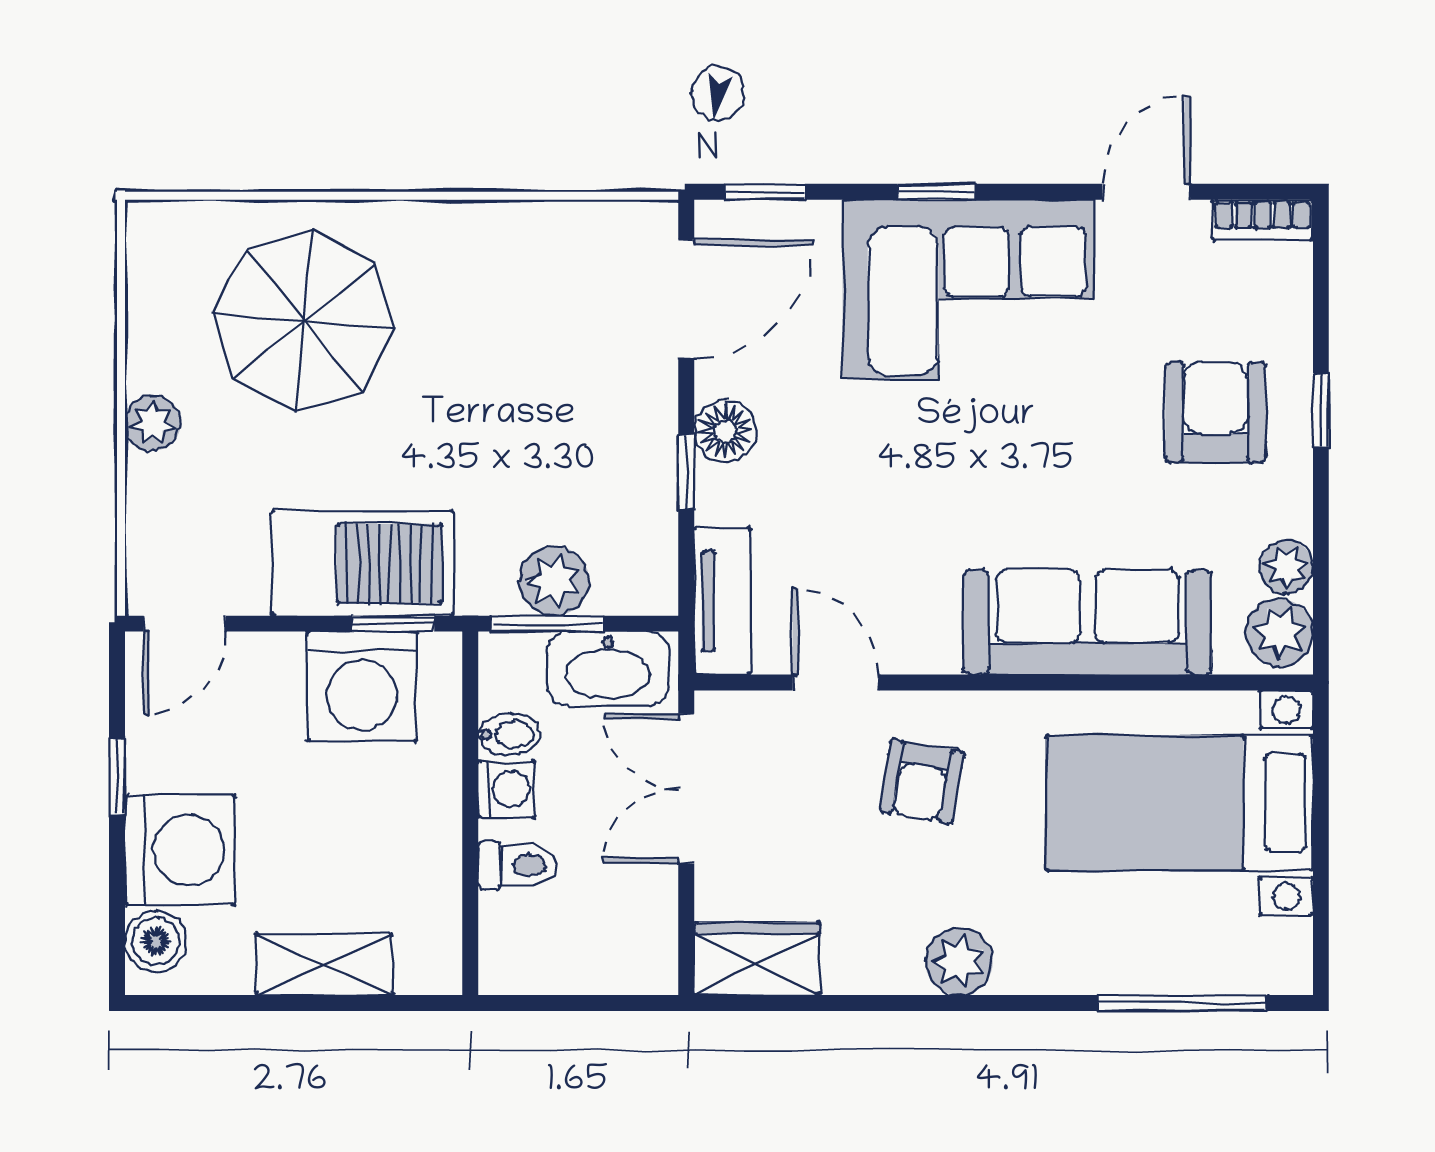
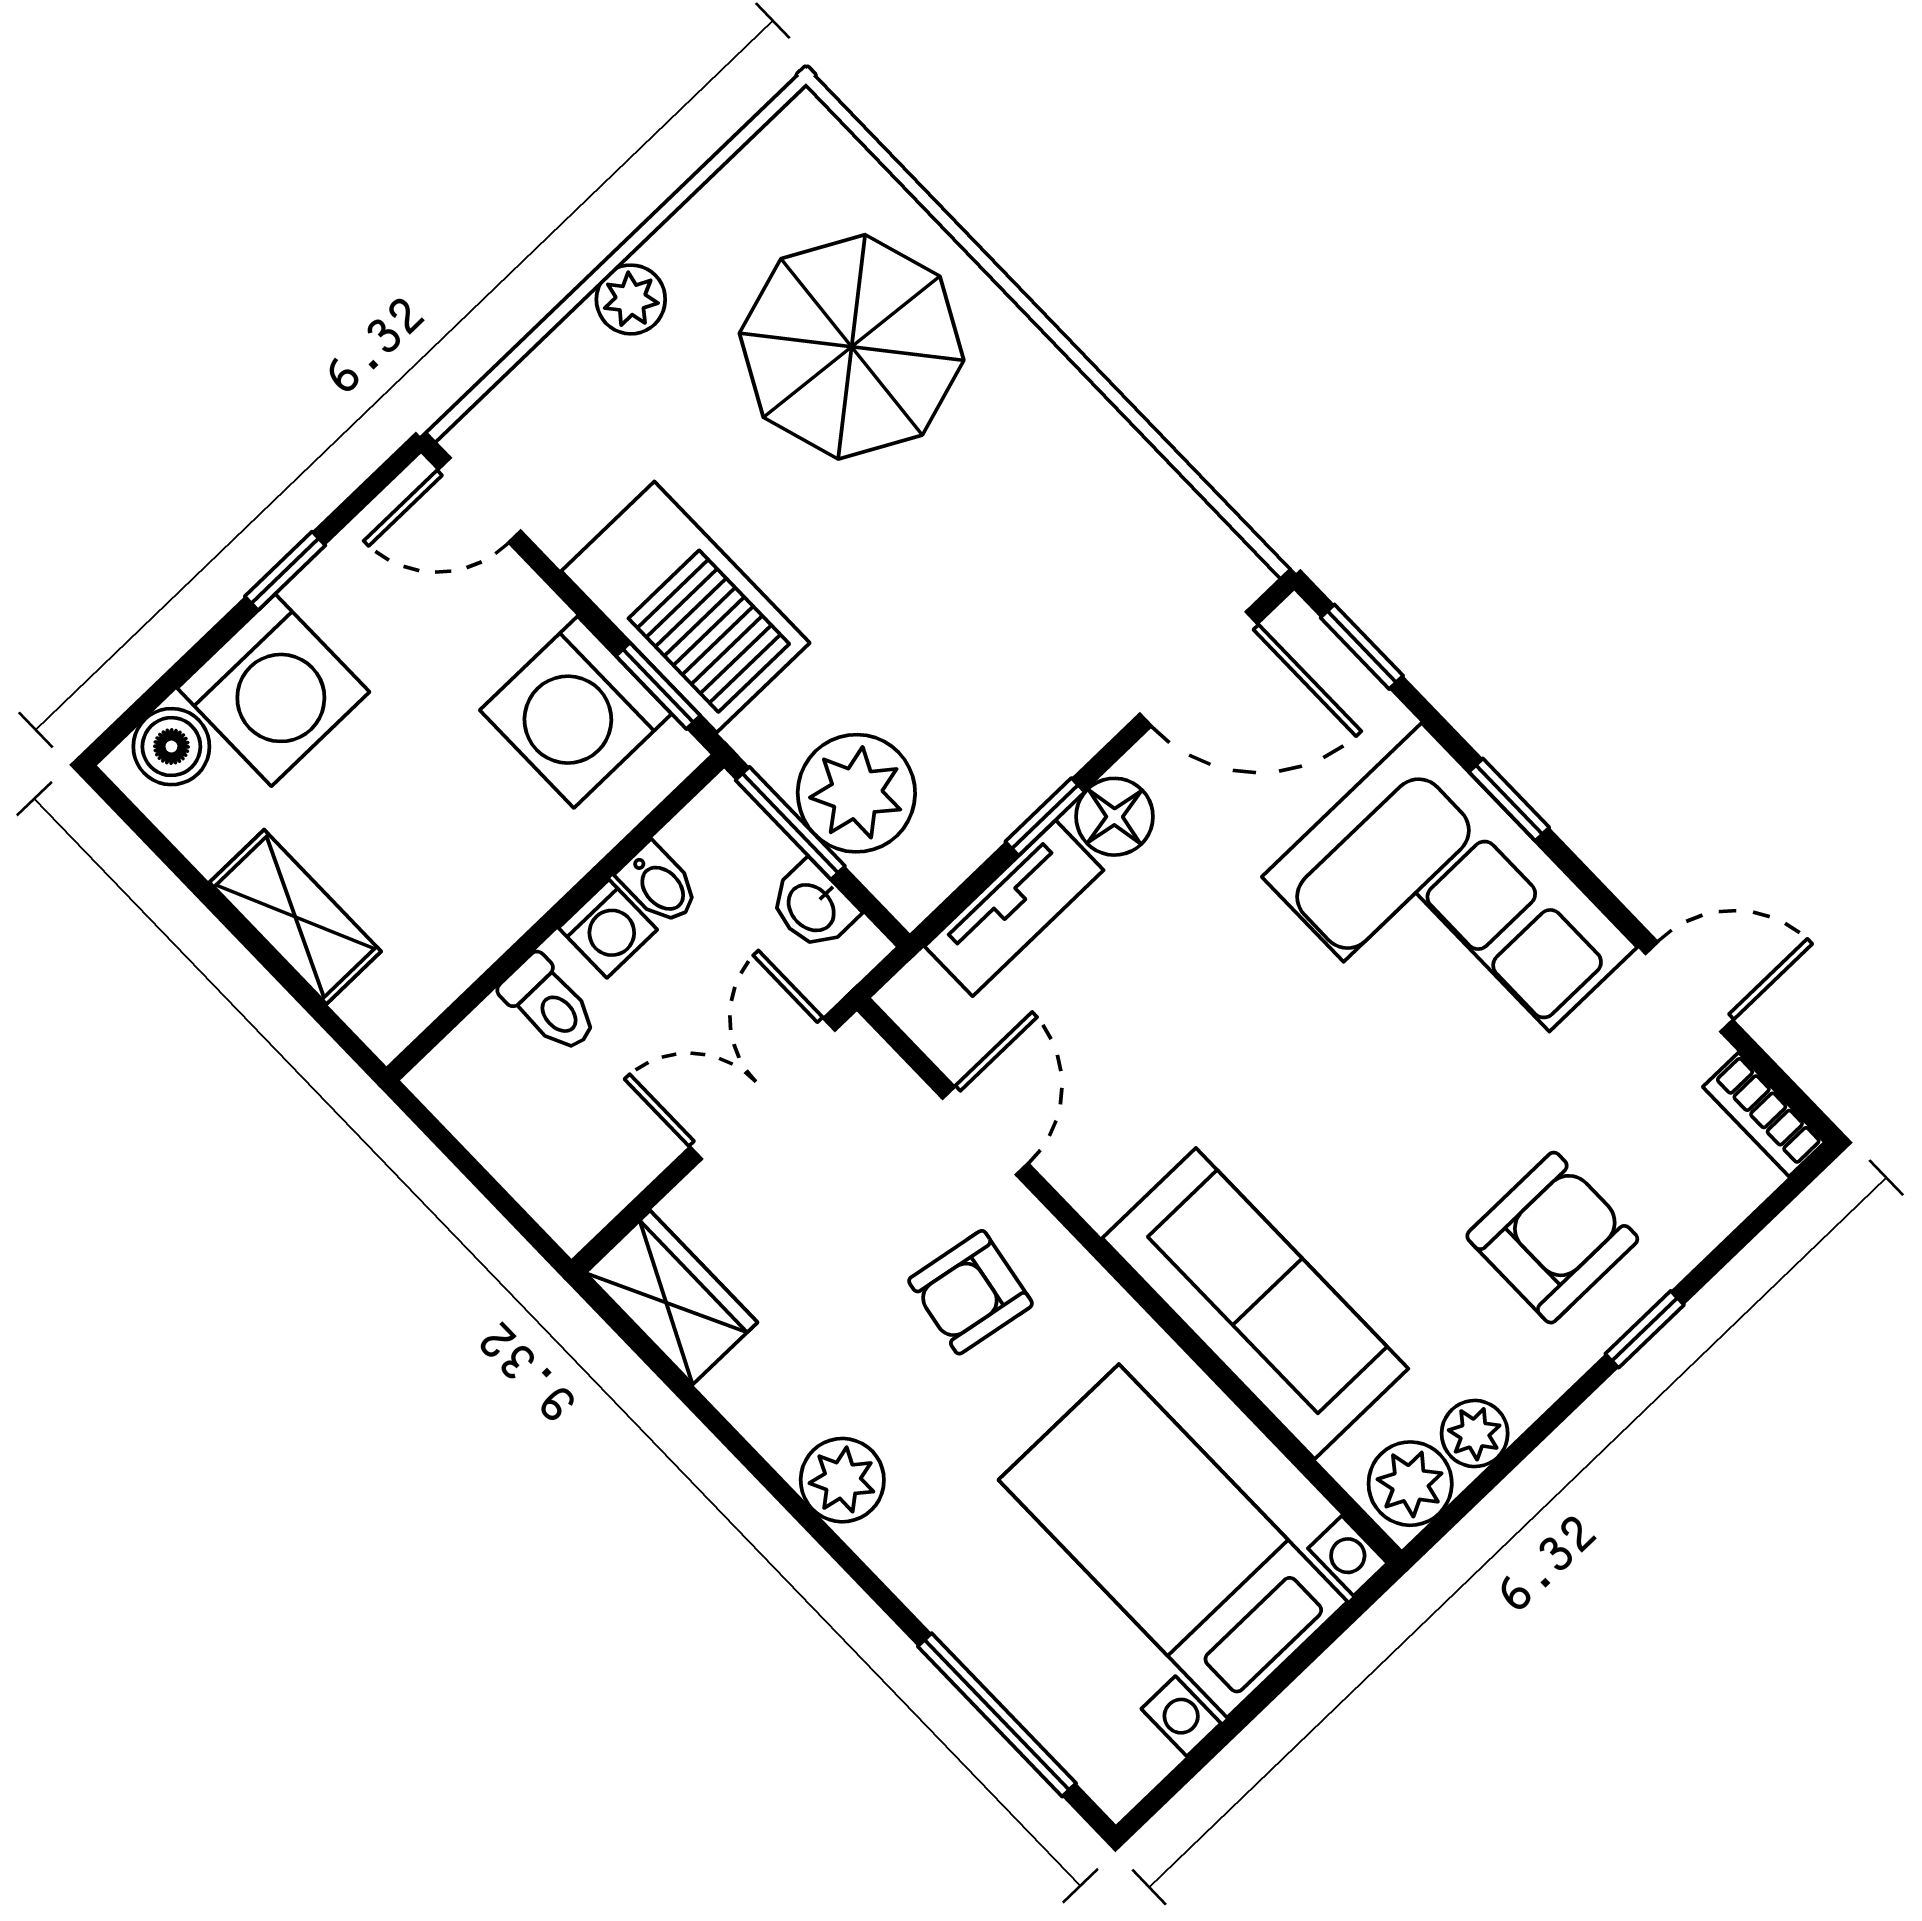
plant: (554, 581) -> (856, 793), width x1.36, depth x1.36
tv unit: (722, 601) -> (1014, 908), moved
washbasin: (608, 669) -> (813, 906), width x0.52, depth x0.69

